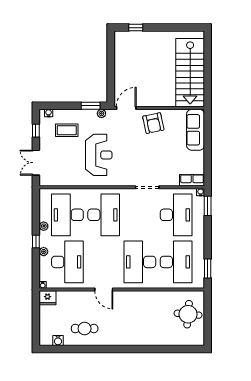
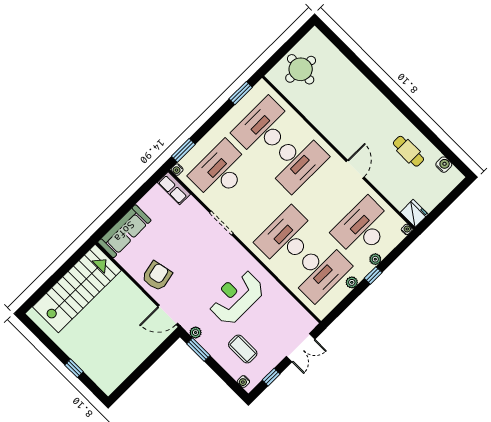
window: (136, 28) -> (74, 368), moved

